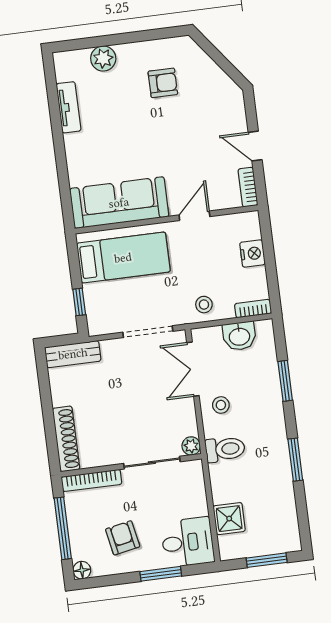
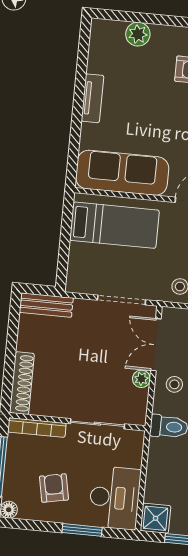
tv unit: (69, 107) -> (92, 98), moved
window: (79, 302) -> (63, 257), removed
plant: (191, 446) -> (141, 379), moved
shower: (229, 519) -> (156, 518), moved
desk: (188, 542) -> (115, 498), width x1.37

